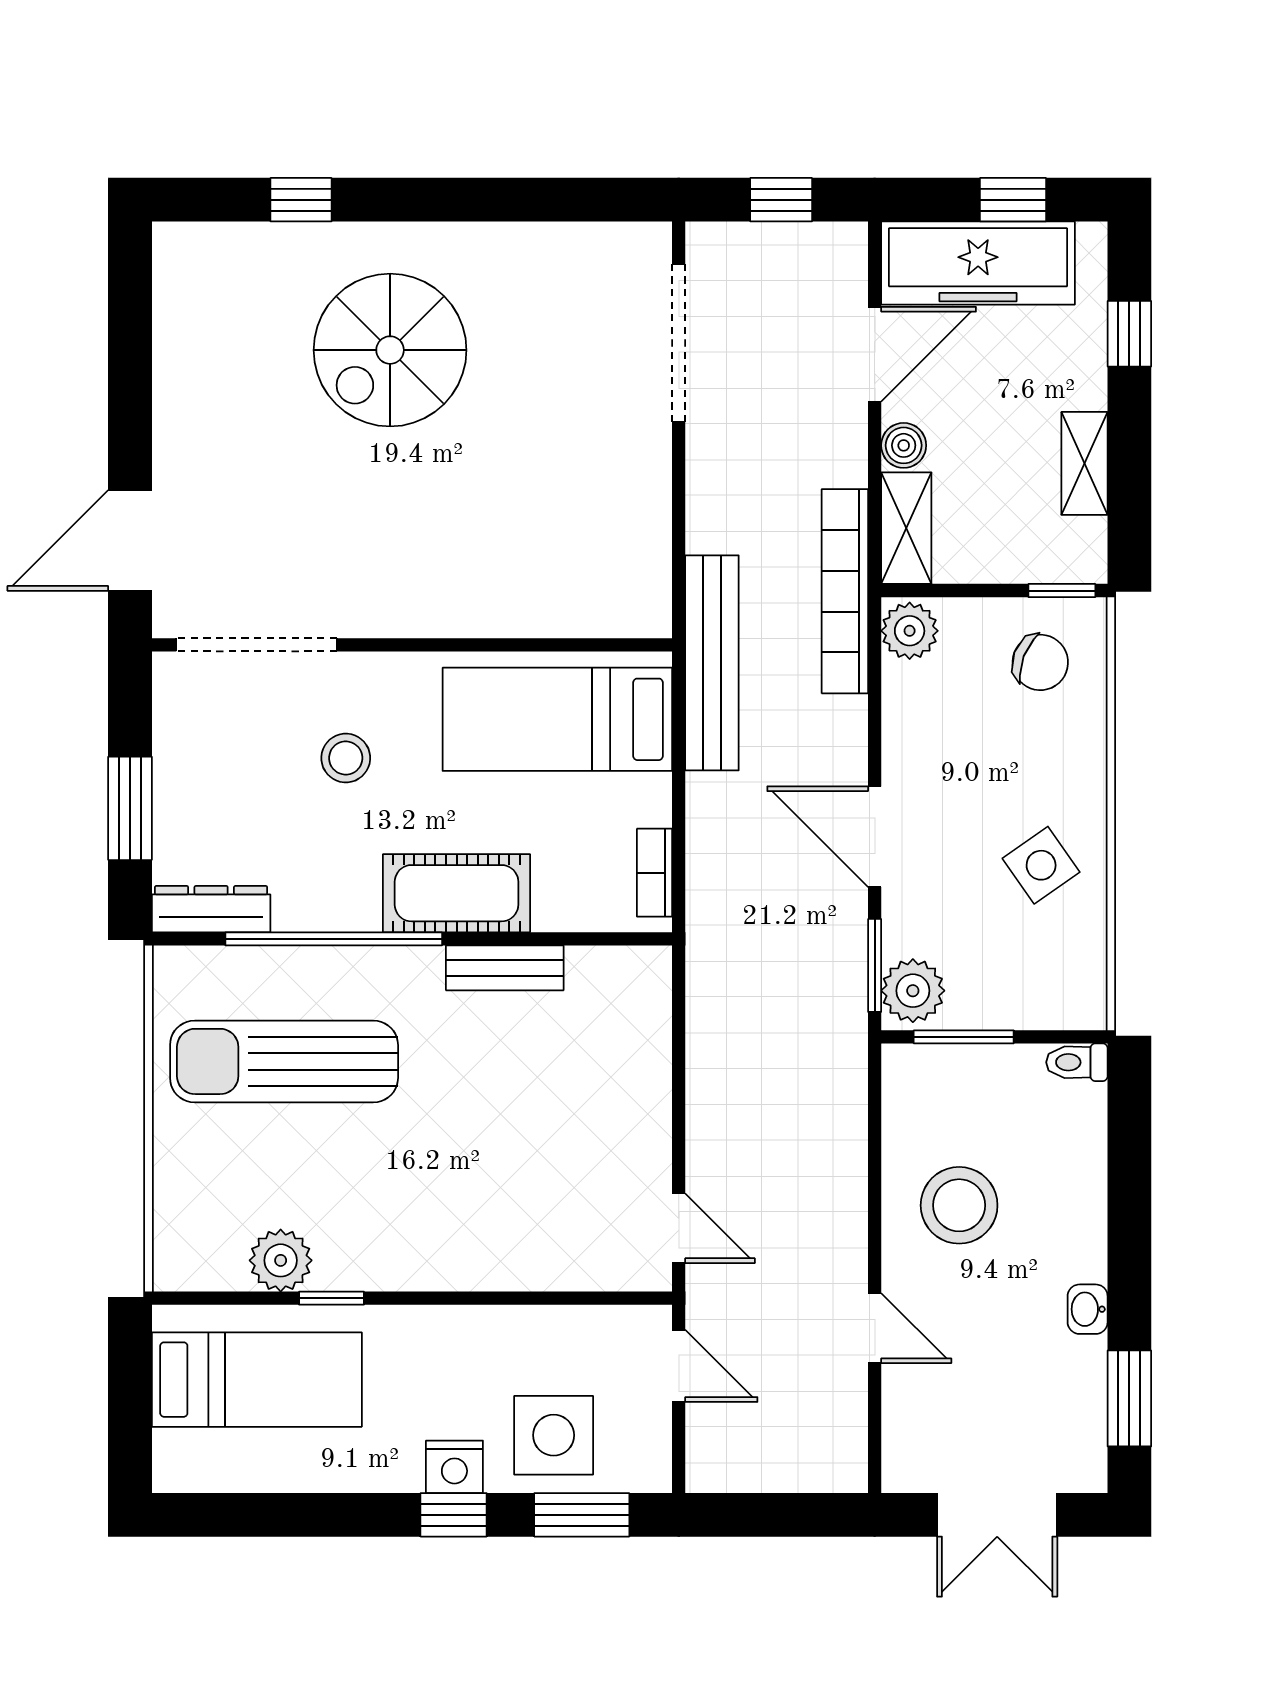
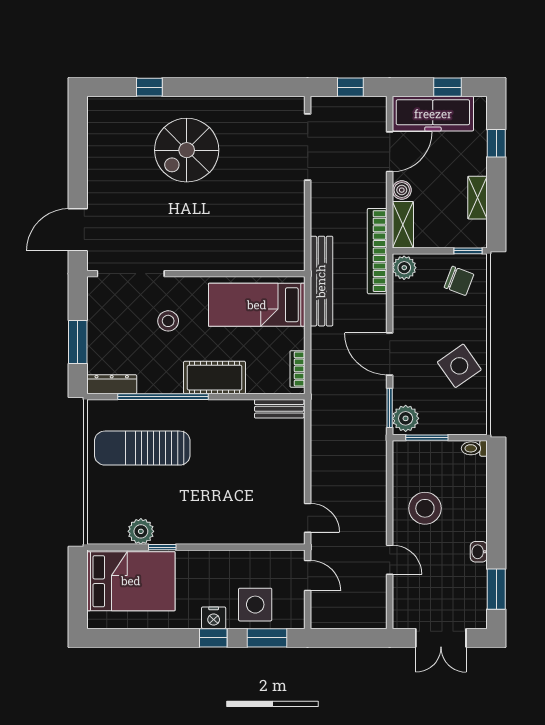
side table: (1041, 865) -> (459, 366), width x1.37, depth x1.37
bench: (505, 968) -> (279, 409), moved
bed: (257, 1380) -> (131, 581), width x1.50

